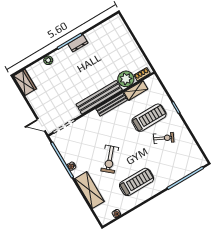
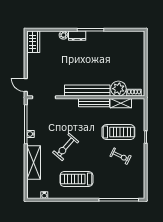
dresser: (78, 43) -> (77, 36), moved
treadmill: (137, 182) -> (76, 179), turned 180

